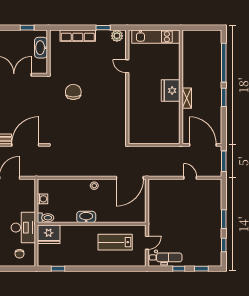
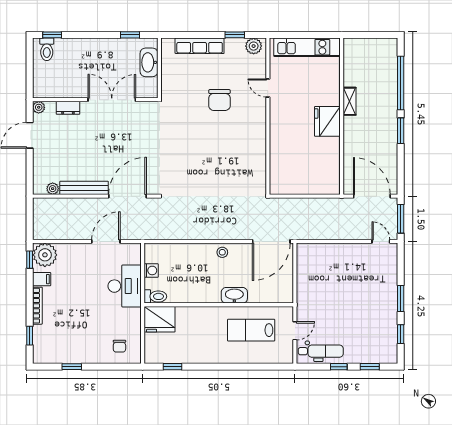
chair: (73, 92) -> (219, 100), moved, turned 180
shelving: (187, 98) -> (350, 101), moved
door: (190, 178) -> (381, 241), moved
washbasin: (86, 217) -> (234, 295), moved
desk: (23, 228) -> (125, 286), moved

